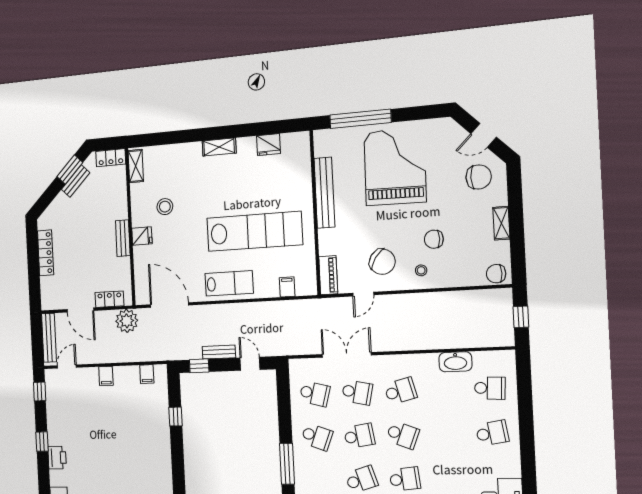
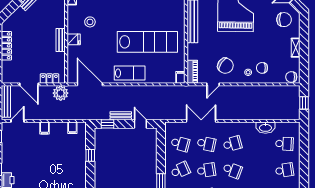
chair: (434, 239) -> (262, 68), moved
filing cabinet: (287, 287) -> (180, 77), moved
school desk: (317, 437) -> (180, 170), turned -45

